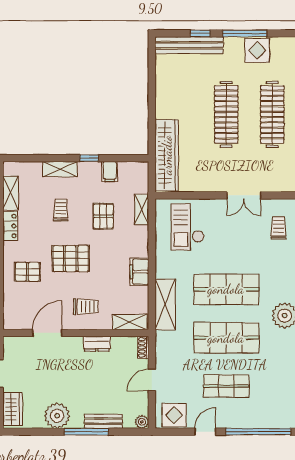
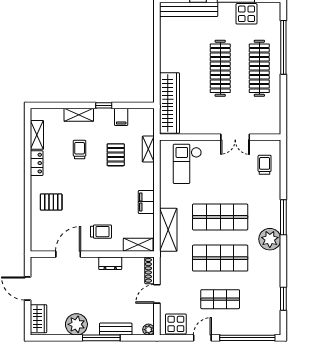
pallet: (71, 259) -> (88, 191), removed
shoe rack: (143, 347) -> (150, 270), width x1.43

